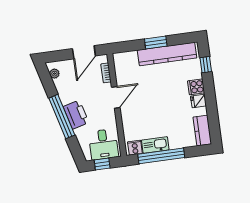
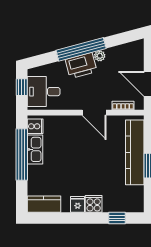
kitchen counter: (167, 54) -> (135, 152), moved
plant: (54, 74) -> (100, 56), moved

